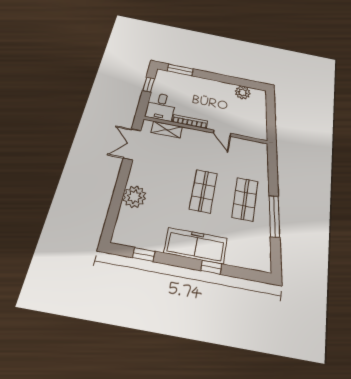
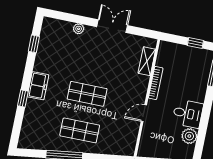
desk: (161, 107) -> (188, 114), moved, turned 180
double door: (132, 144) -> (112, 26), moved
plant: (134, 197) -> (79, 29), width x0.53, depth x0.53
freezer: (196, 246) -> (38, 86), width x0.52, depth x0.79

